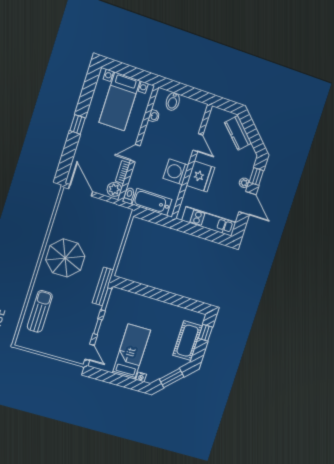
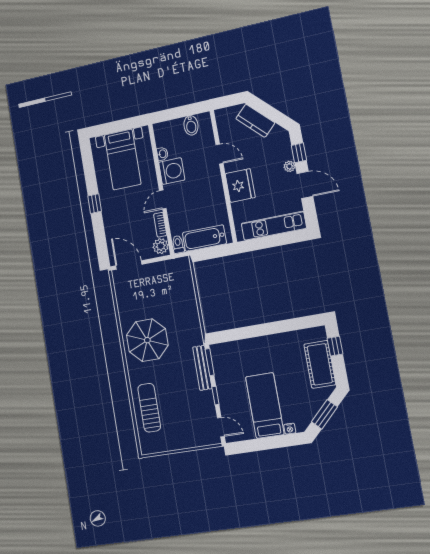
bidet: (173, 101) -> (191, 125), moved
washing machine: (176, 172) -> (172, 171), moved, turned 180
bench: (103, 286) -> (202, 368), moved

